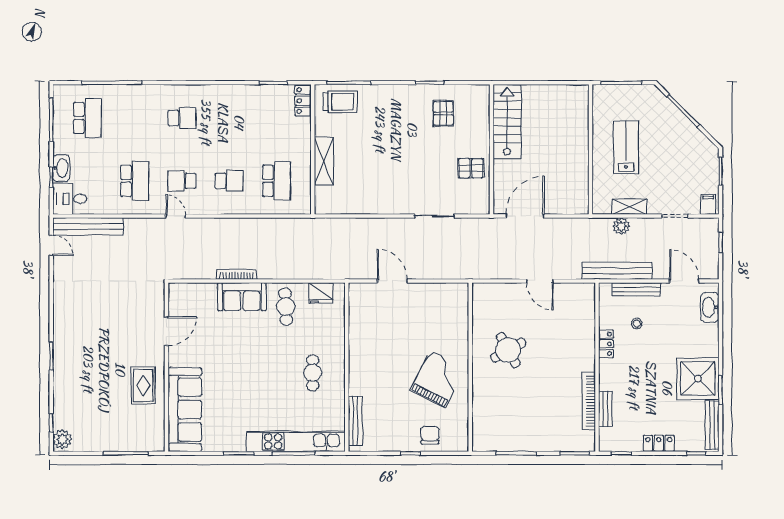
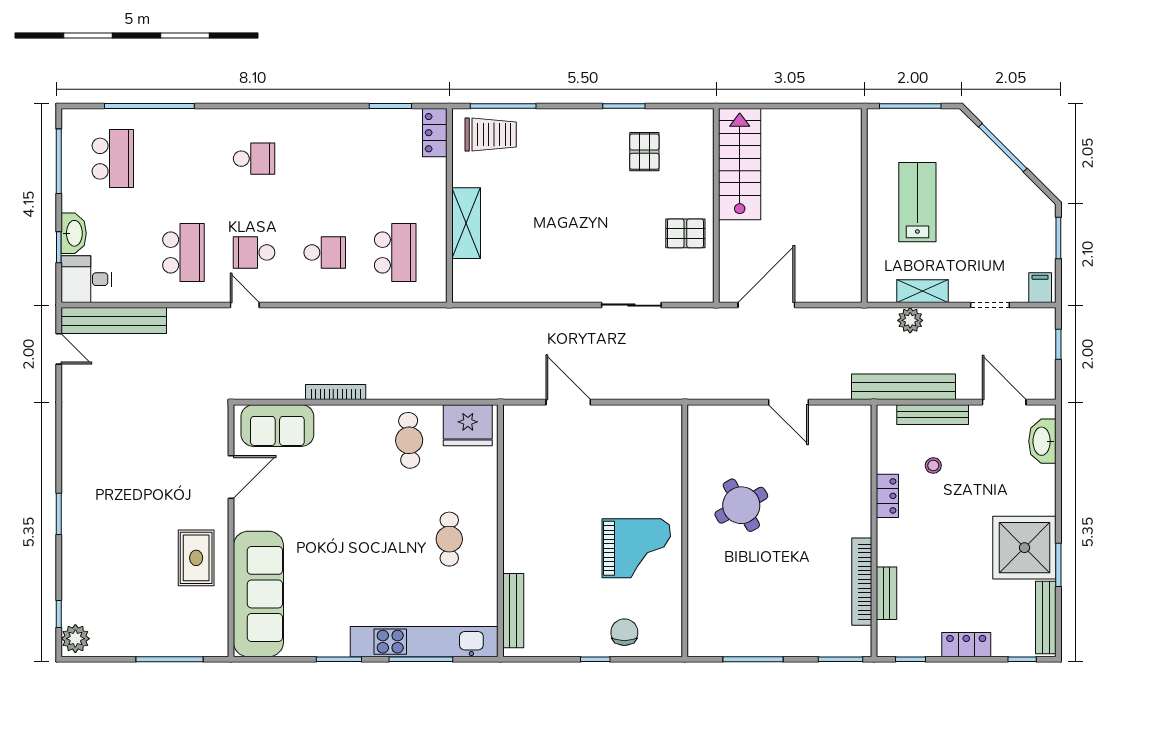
fridge: (321, 293) -> (468, 425), width x1.36, depth x1.34
sofa: (242, 297) -> (277, 426), moved
grand piano: (438, 379) -> (636, 548), turned 63

